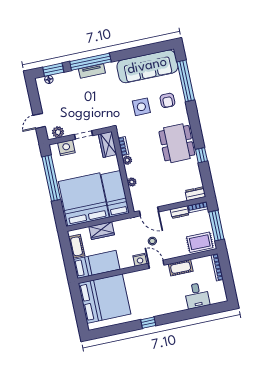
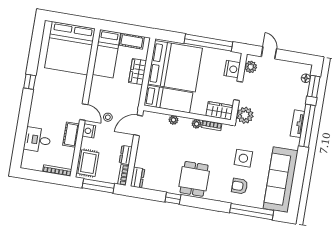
plant: (103, 120) -> (245, 115), added
dining table: (177, 143) -> (194, 179), width x0.73
nightstand: (140, 260) -> (89, 131), moved
door: (156, 264) -> (84, 112), hinge flipped

